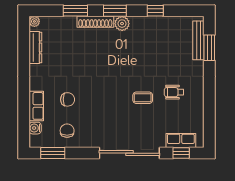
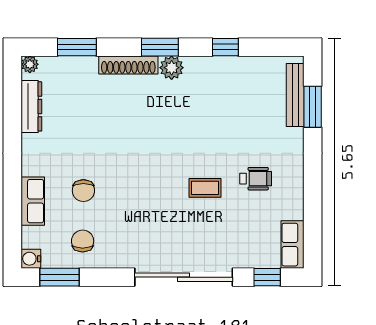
window: (75, 11) -> (77, 47), moved
wheelchair: (174, 92) -> (256, 179), turned 180
chair: (68, 99) -> (83, 191), turned 90
water cooler: (35, 128) -> (31, 259), moved
row of seats: (181, 141) -> (293, 245), moved, turned -90

